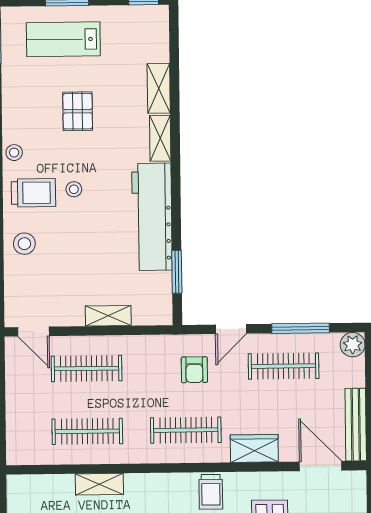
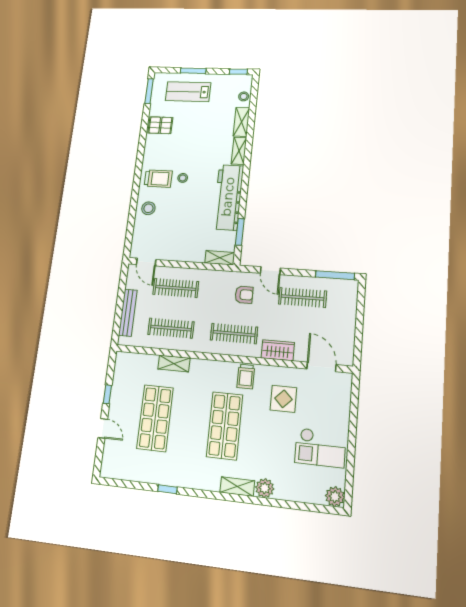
pallet: (78, 111) -> (160, 125), moved, turned 90
stool: (14, 153) -> (244, 96), moved
shelving: (108, 316) -> (220, 258), moved
window: (301, 328) -> (335, 275), moved
door: (231, 329) -> (270, 271), hinge flipped
plant: (353, 345) -> (350, 287), removed
armchair: (194, 370) -> (244, 295), turned -90
bench: (356, 425) -> (128, 313), moved

